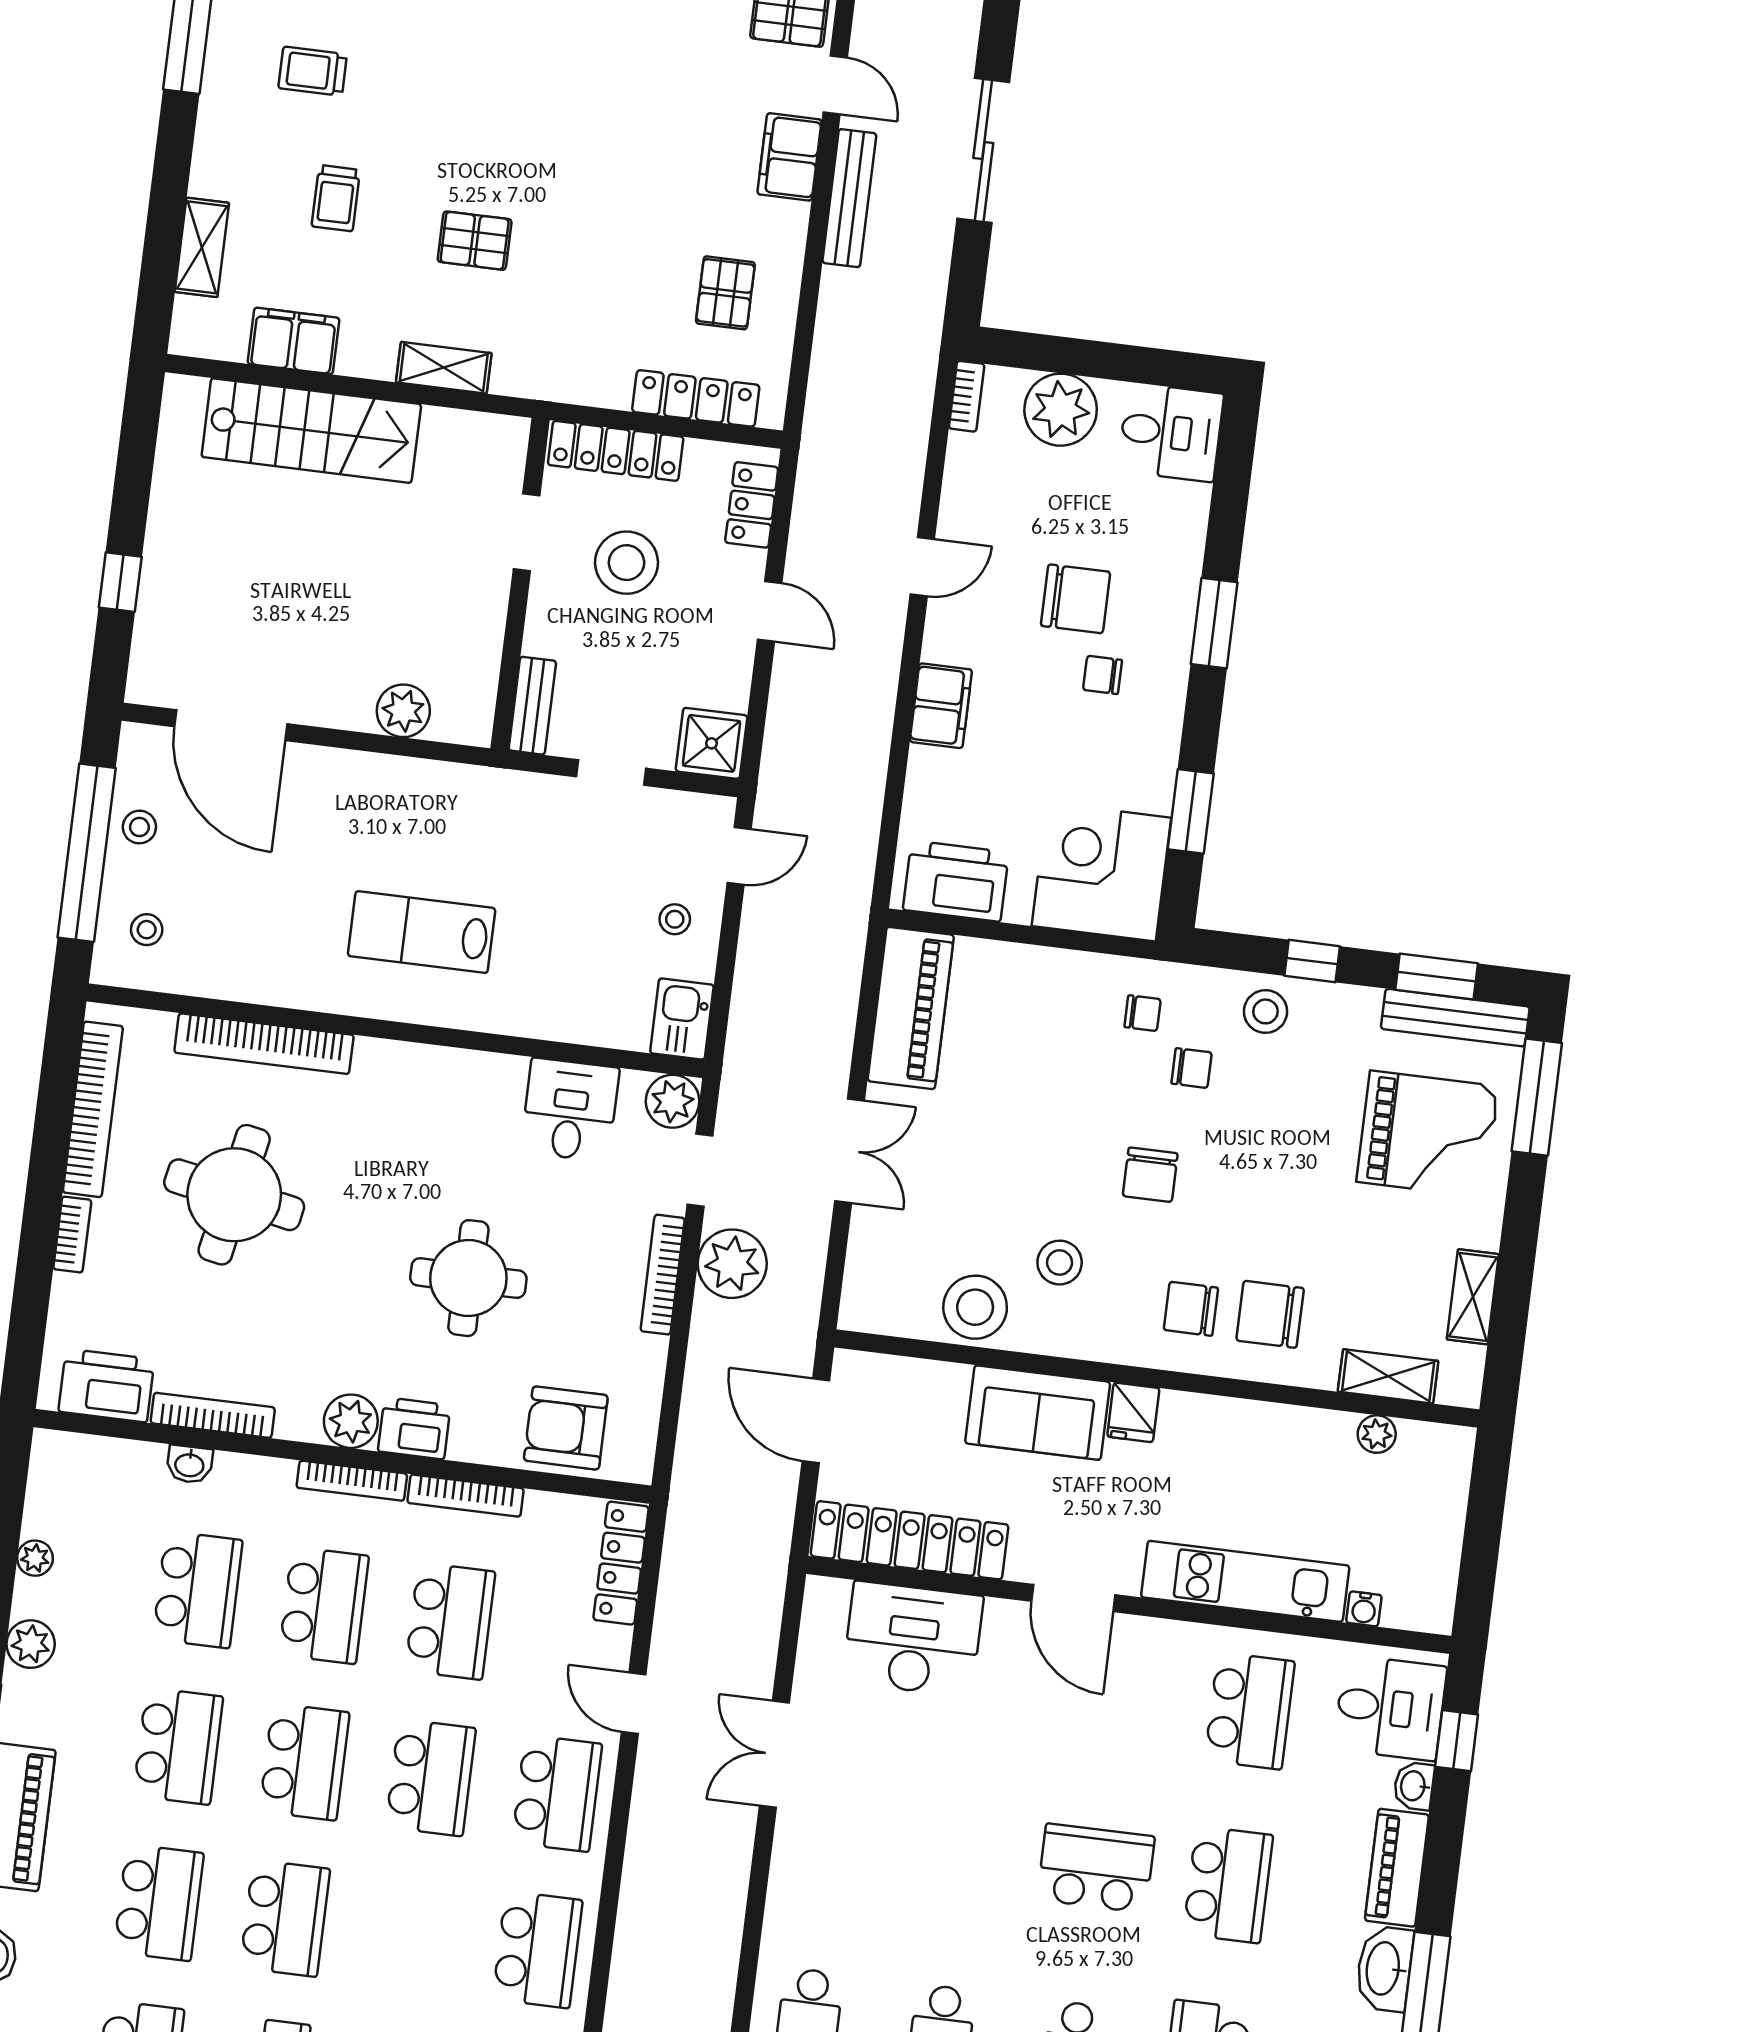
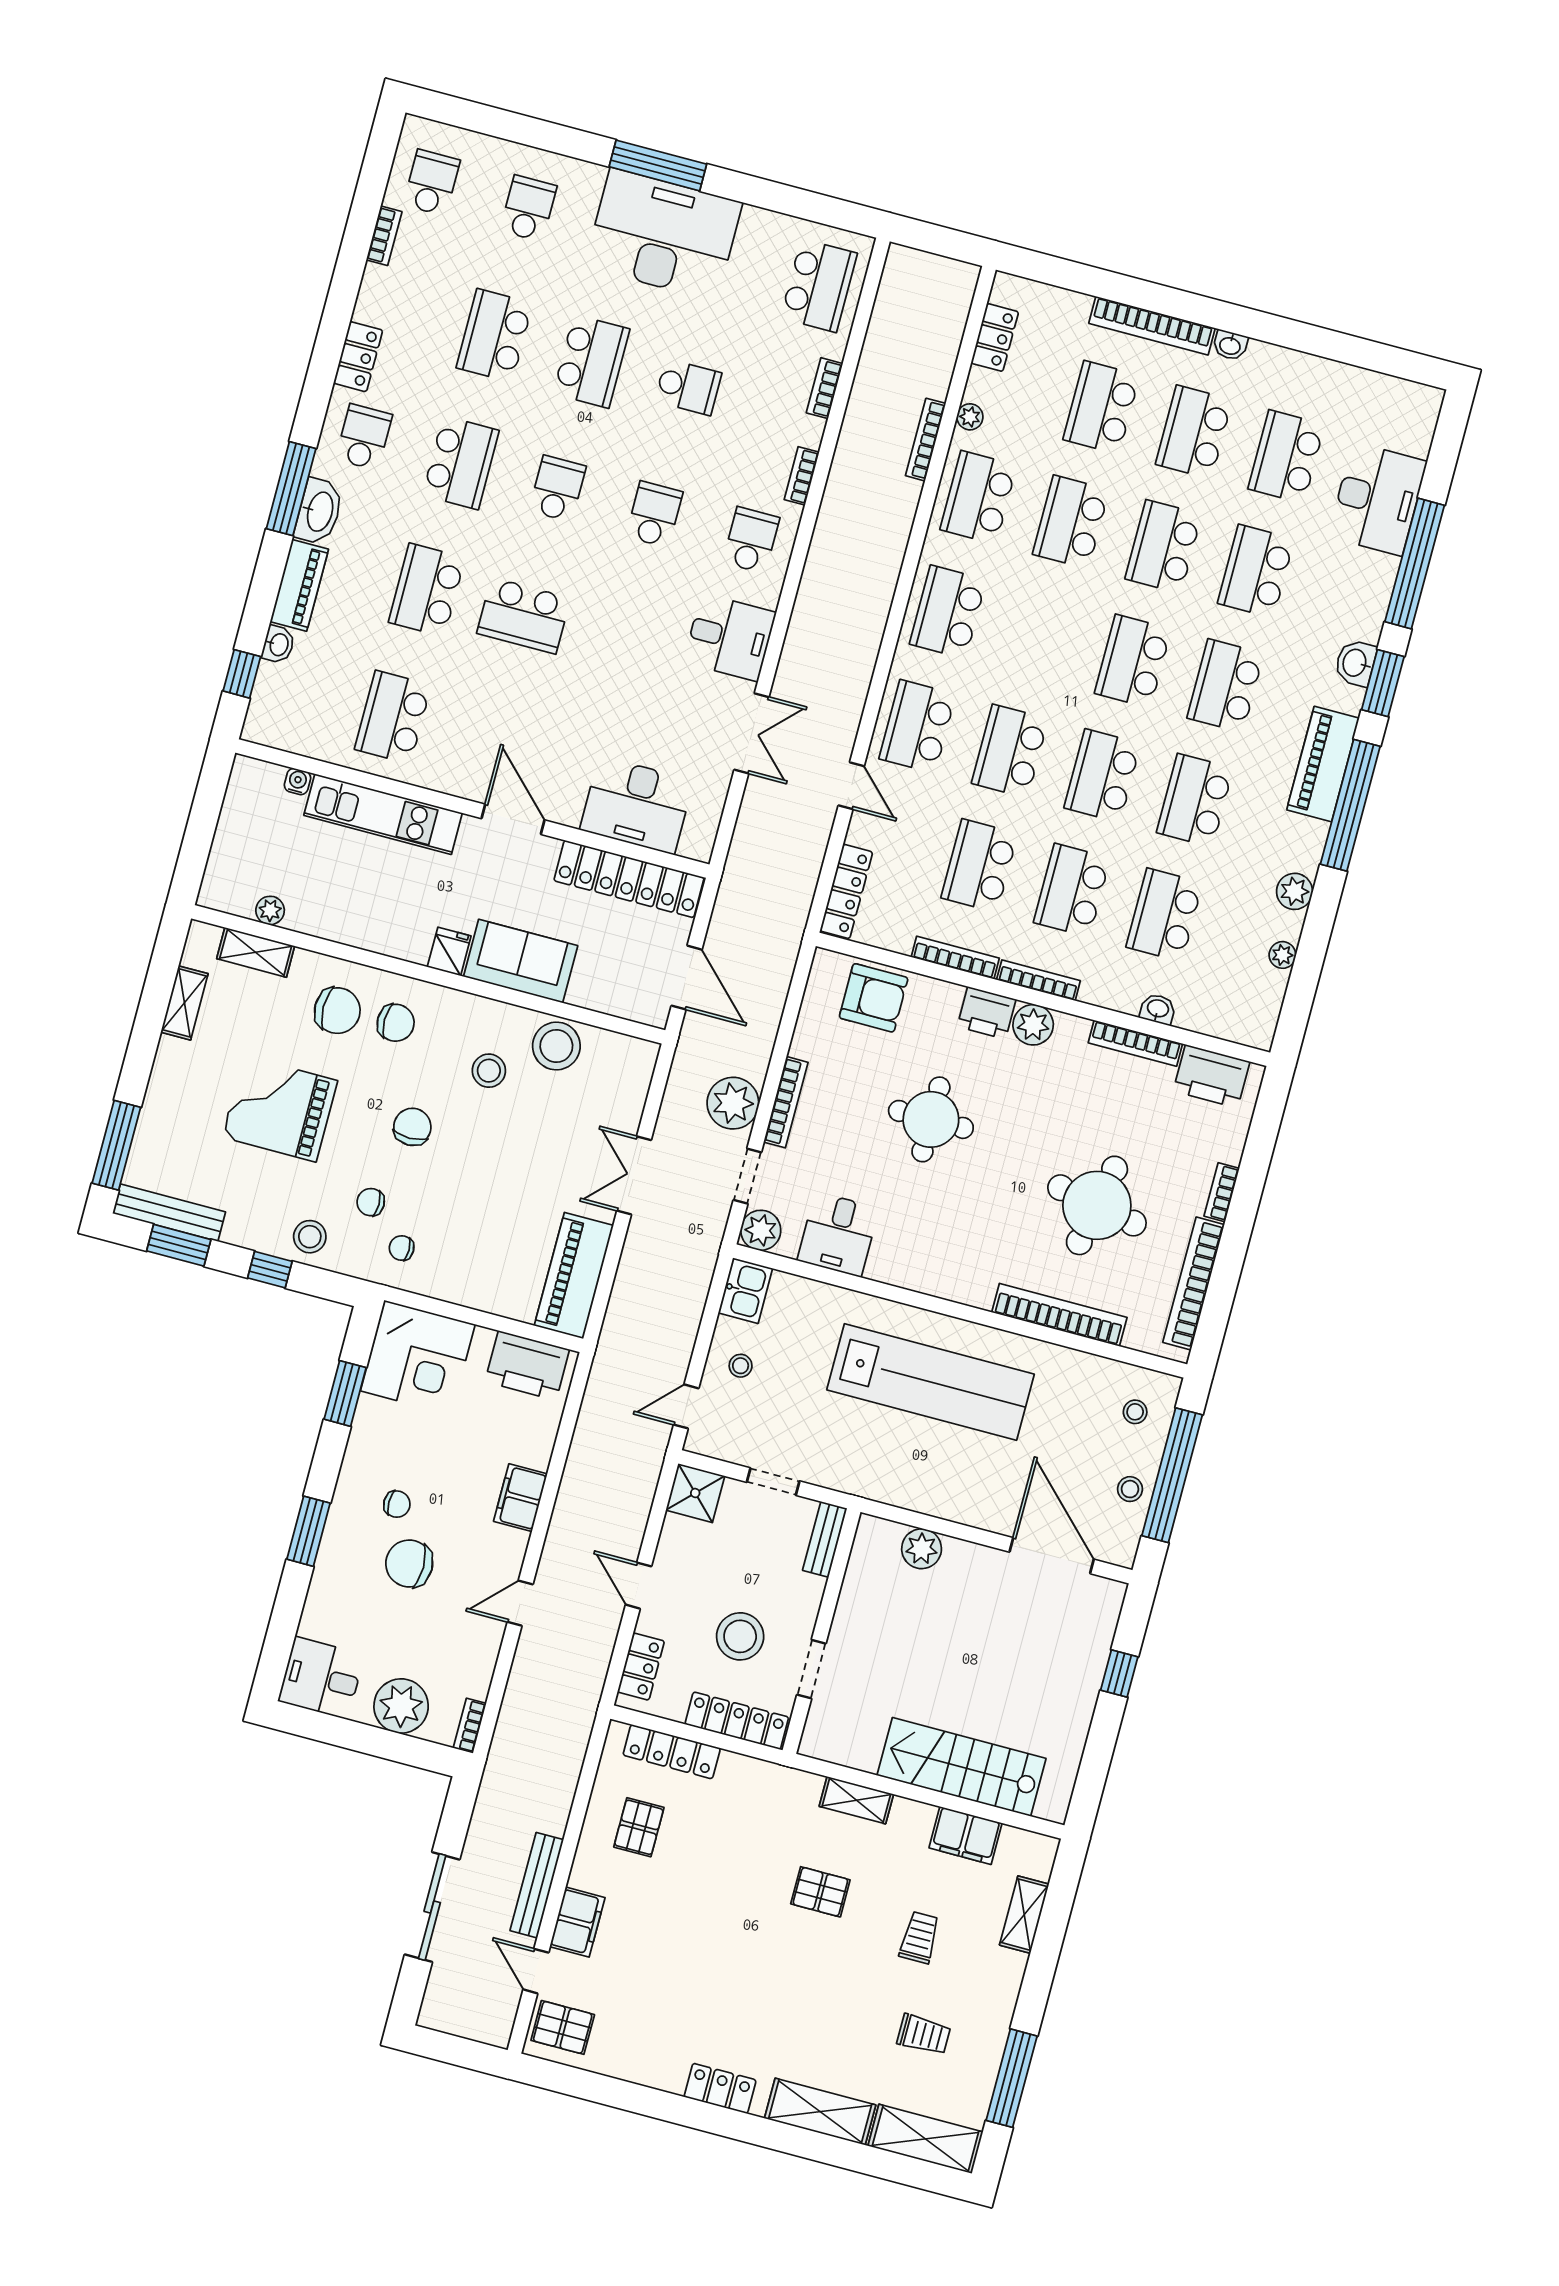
lab bench: (422, 932) -> (931, 1382), width x1.86, depth x1.39
grand piano: (1428, 1134) -> (280, 1109), moved
desk: (1390, 1708) -> (730, 637), moved, turned 180

